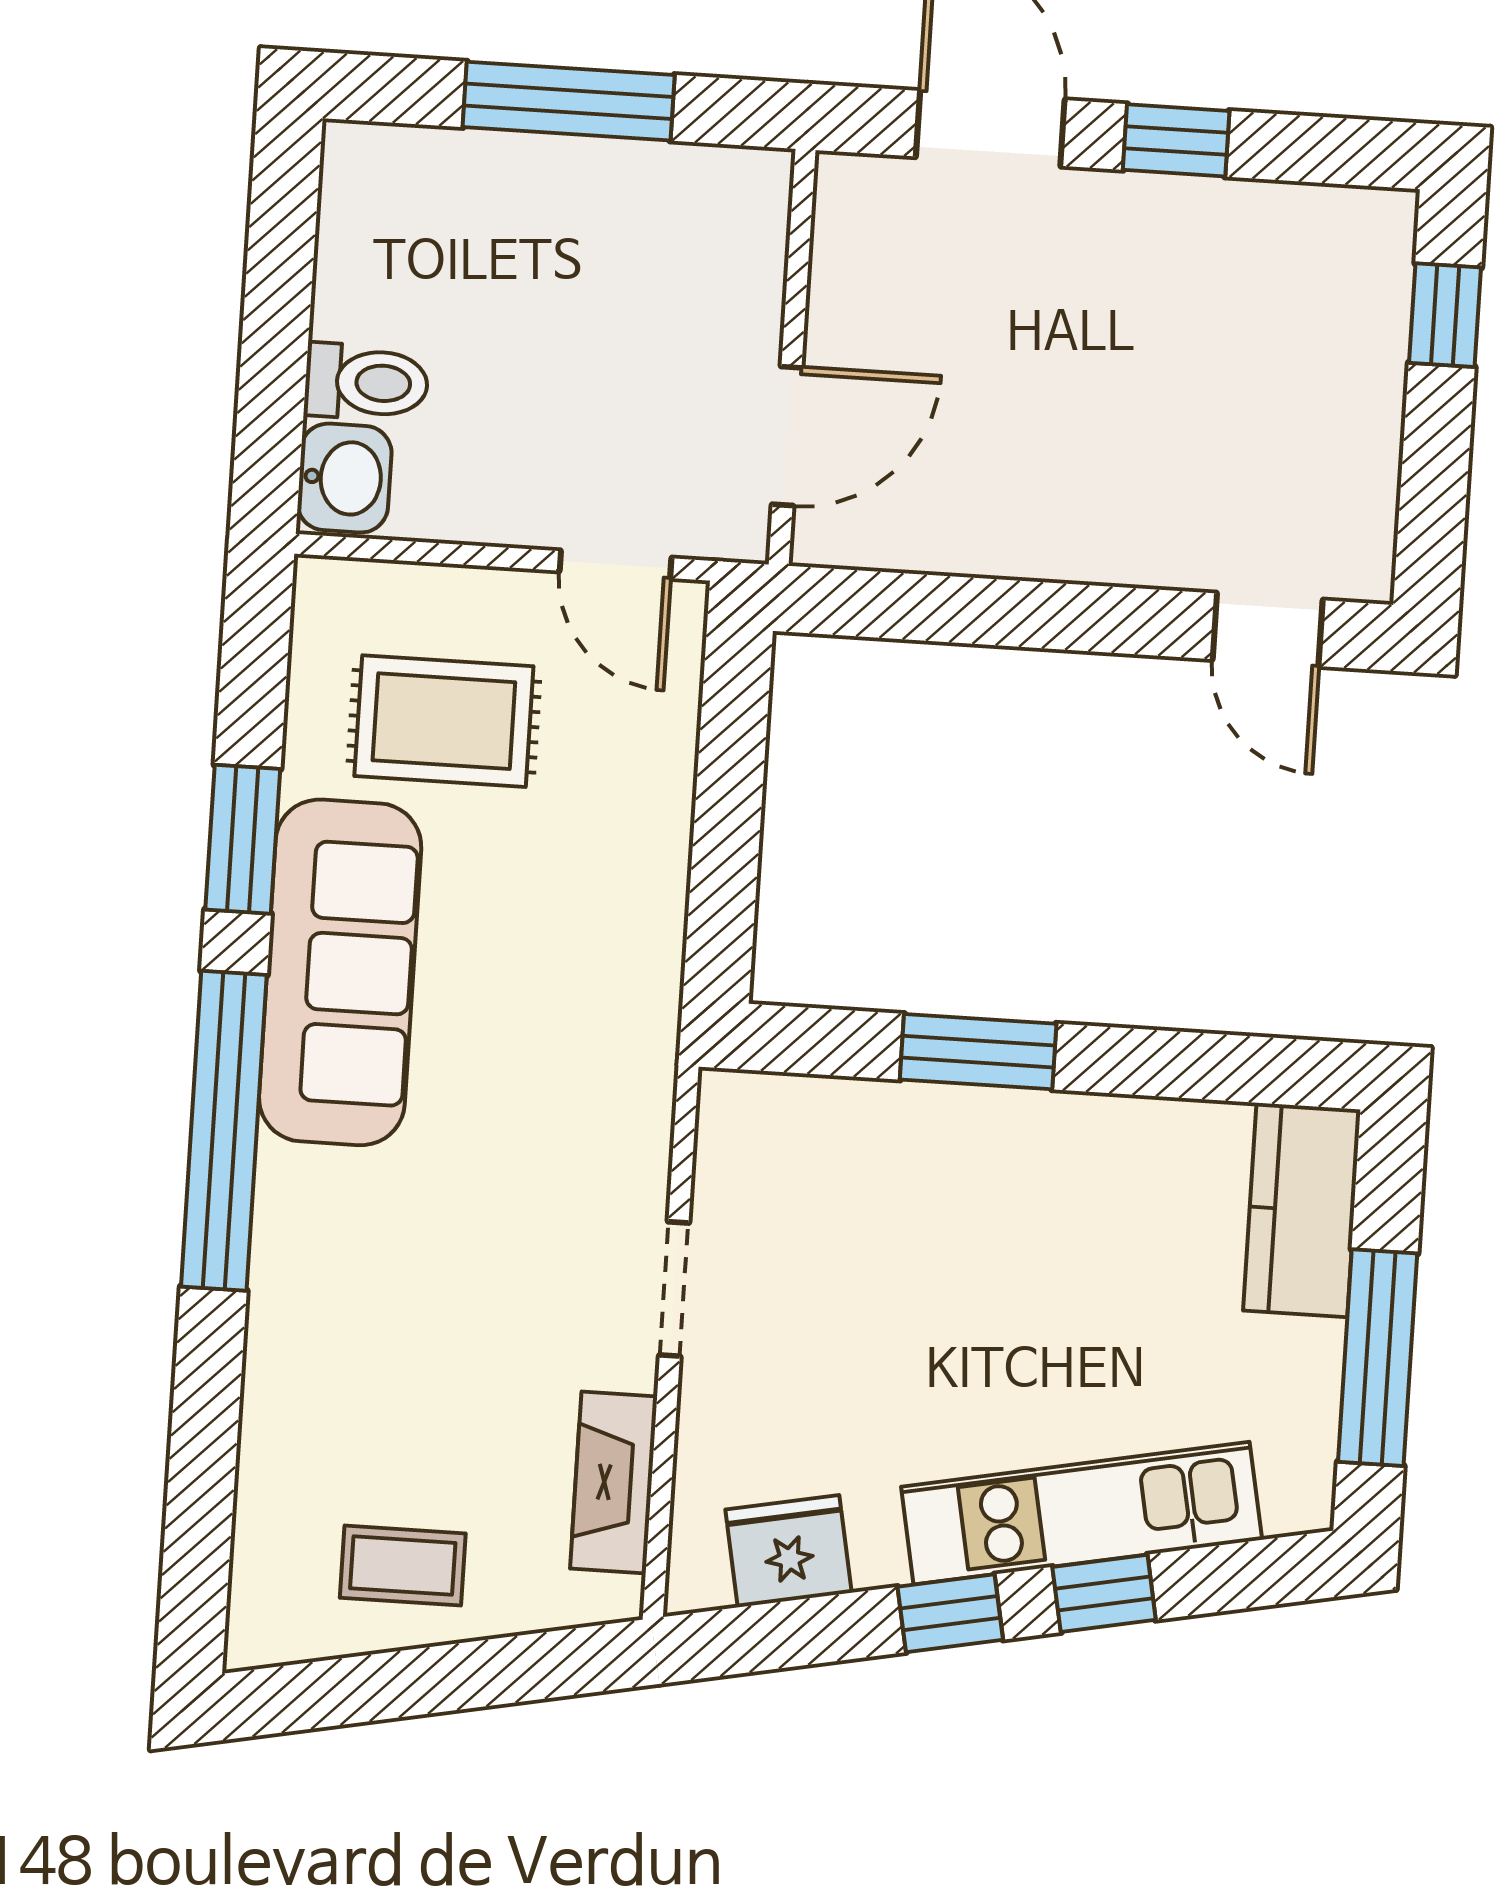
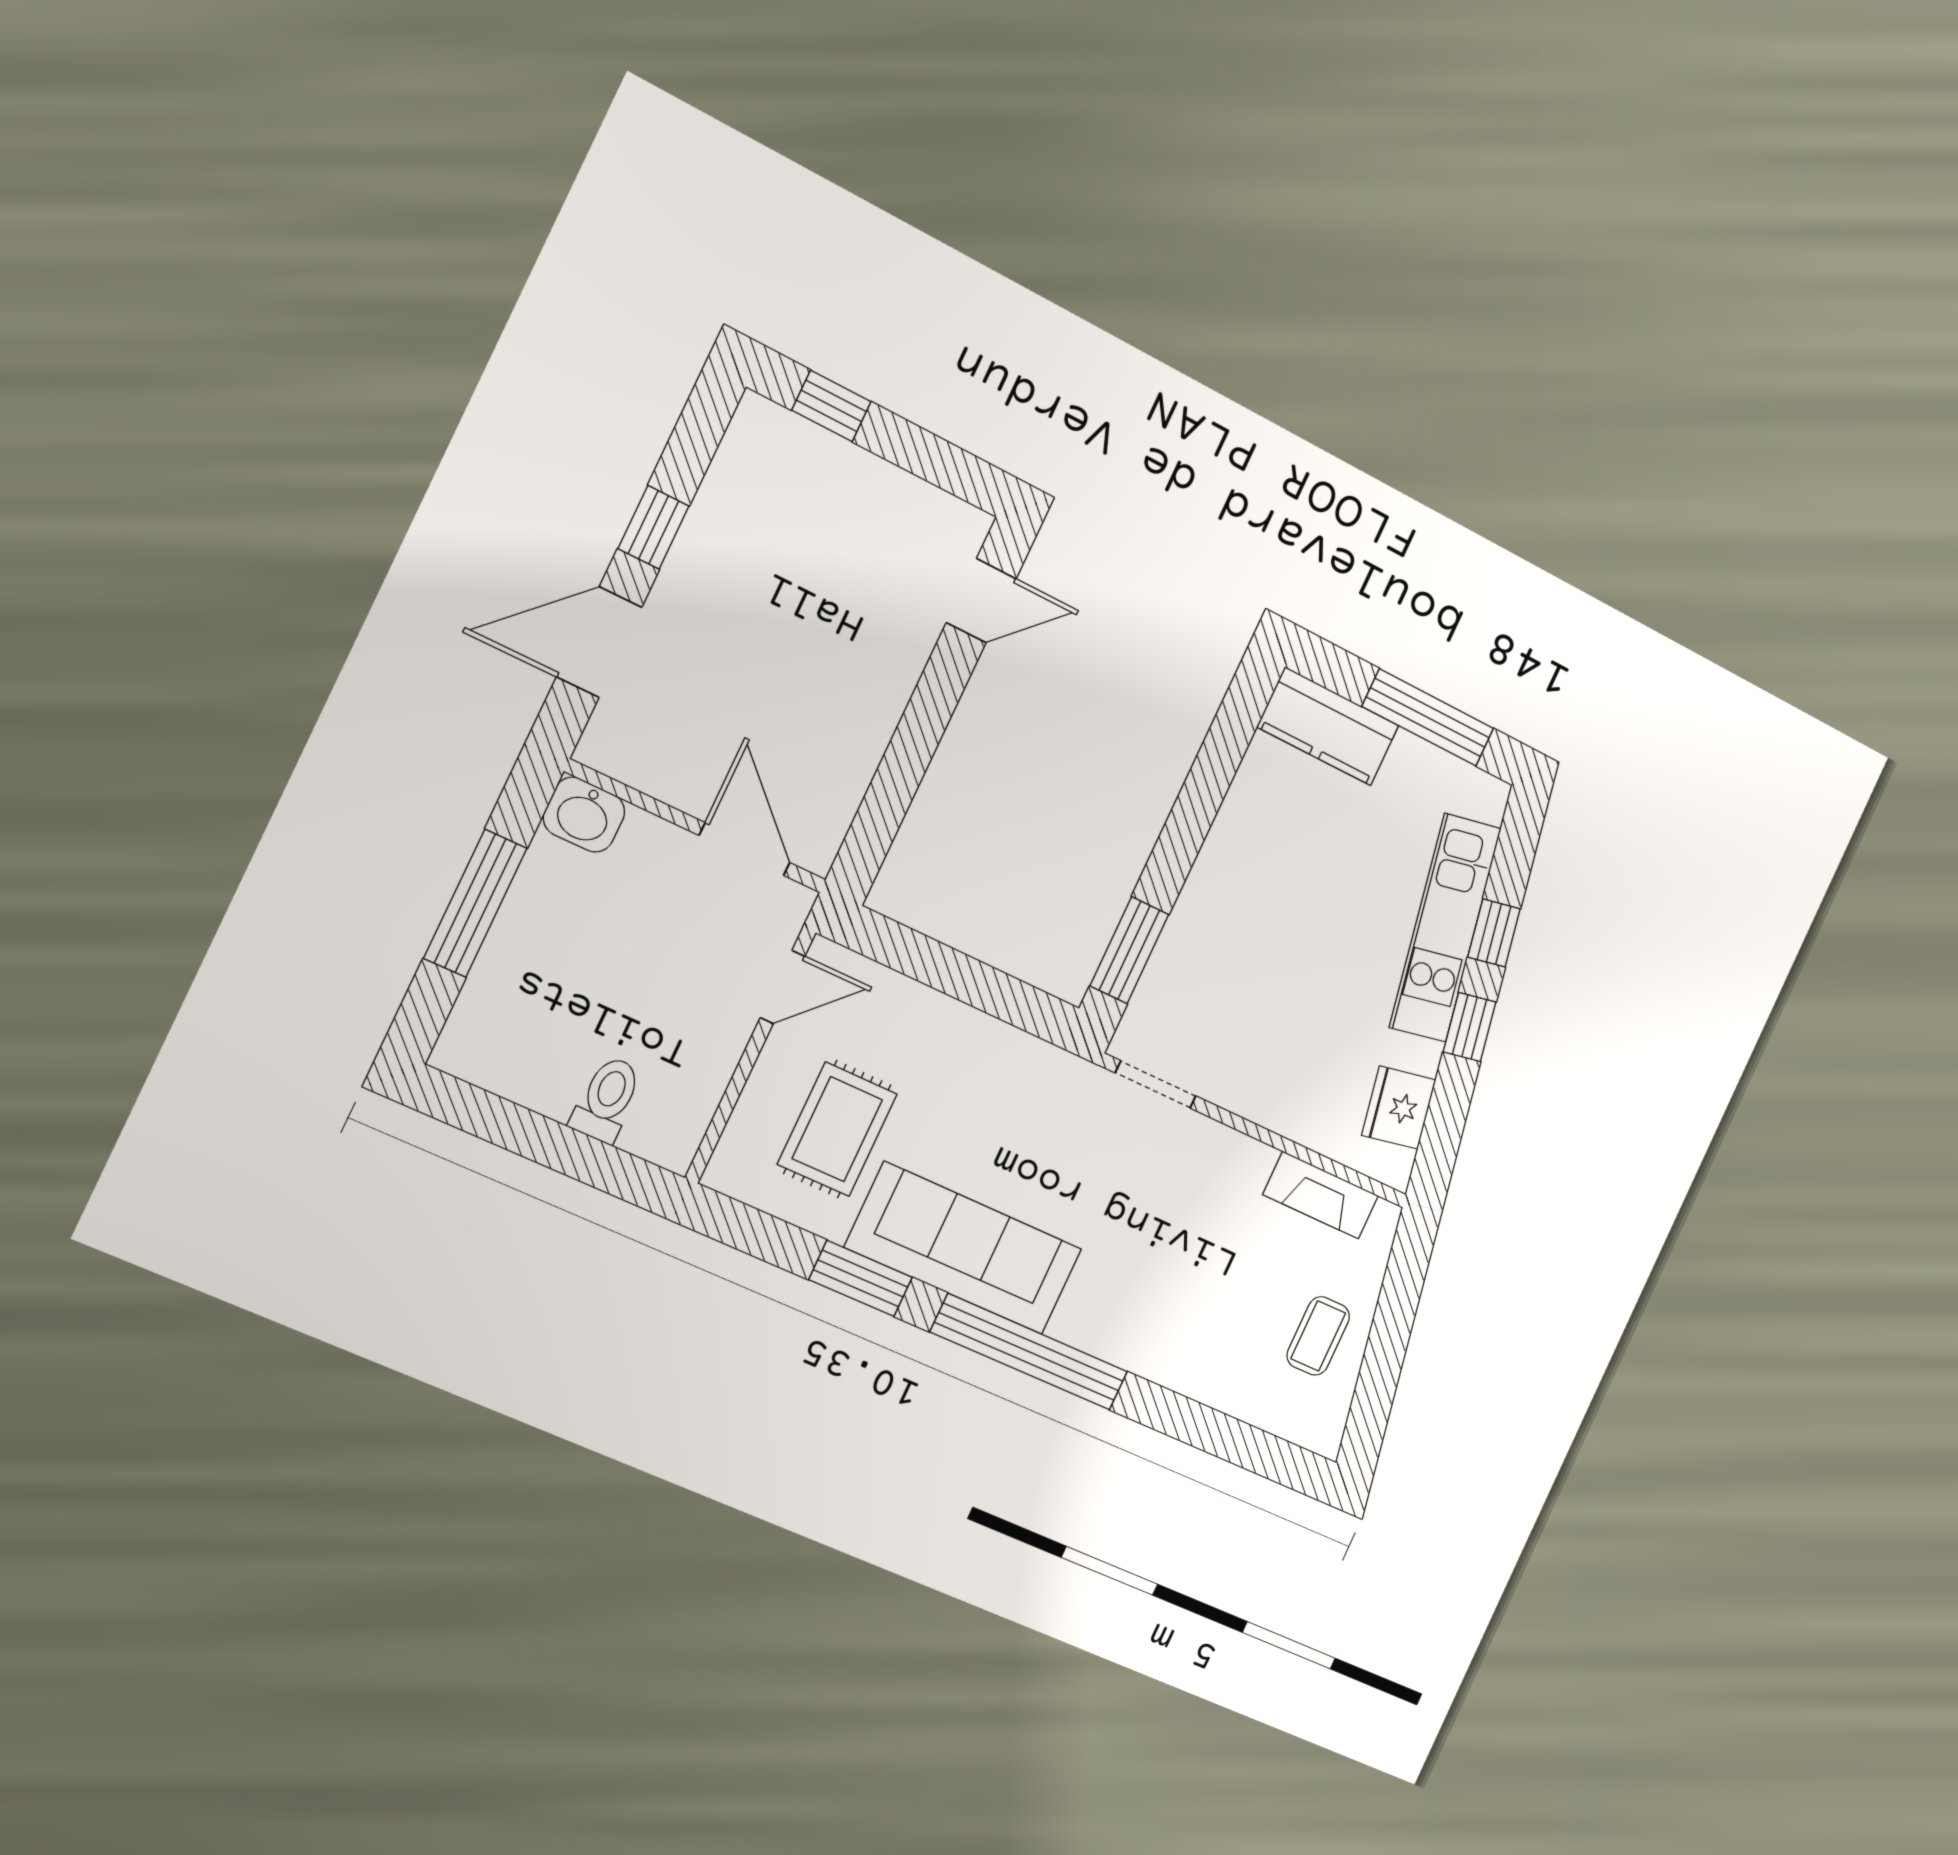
washbasin: (344, 478) -> (584, 815), moved, turned 180
window: (978, 1052) -> (1129, 950), moved
doorway: (674, 1289) -> (1156, 1084), moved

